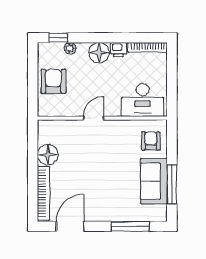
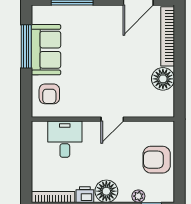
armchair: (53, 81) -> (157, 160), turned 90
desk: (143, 100) -> (65, 139), width x0.73

